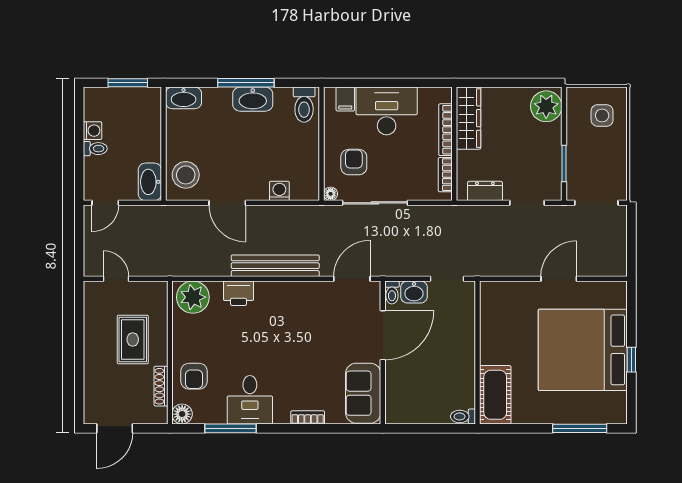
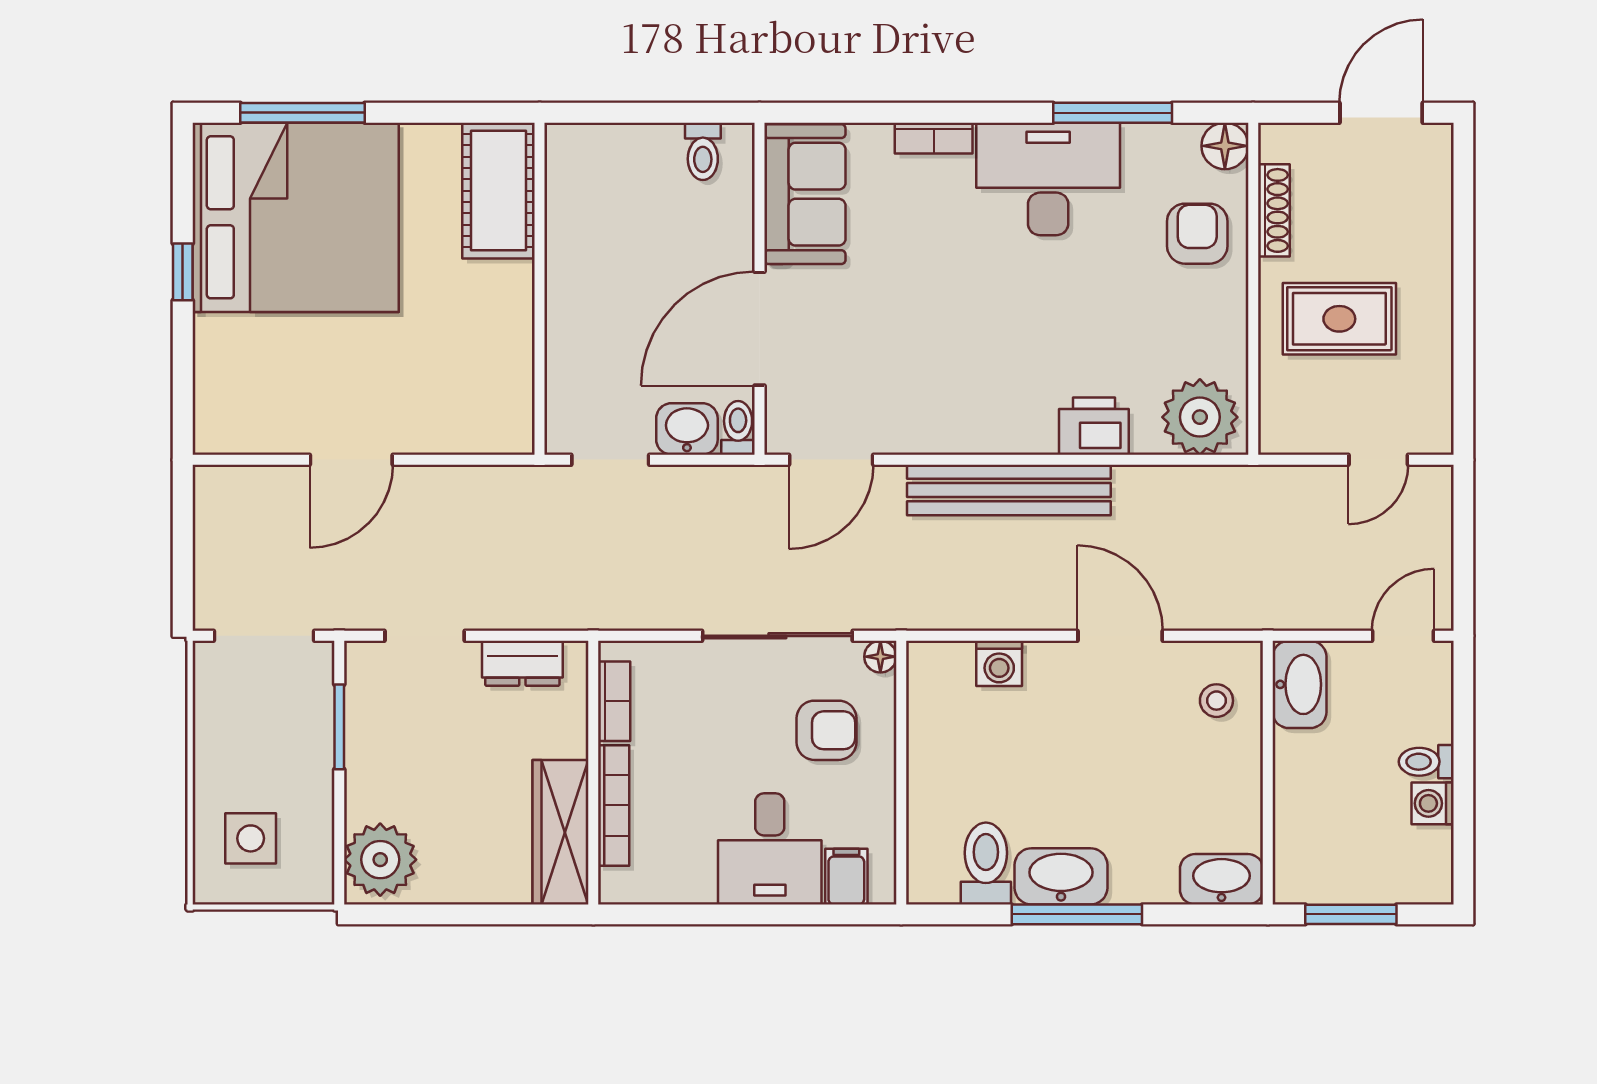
toilet: (304, 105) -> (986, 864), moved
desk: (387, 111) -> (770, 849), width x0.73
armchair: (354, 162) -> (826, 730), turned -90
stool: (186, 175) -> (1216, 701), width x0.53, depth x0.53
door: (116, 279) -> (1378, 460), hinge flipped
rug: (133, 339) -> (1339, 319), turned 90
bed: (583, 350) -> (296, 217), moved
desk: (250, 400) -> (1048, 179), width x1.37
toilet: (463, 416) -> (703, 151), moved, turned 90

